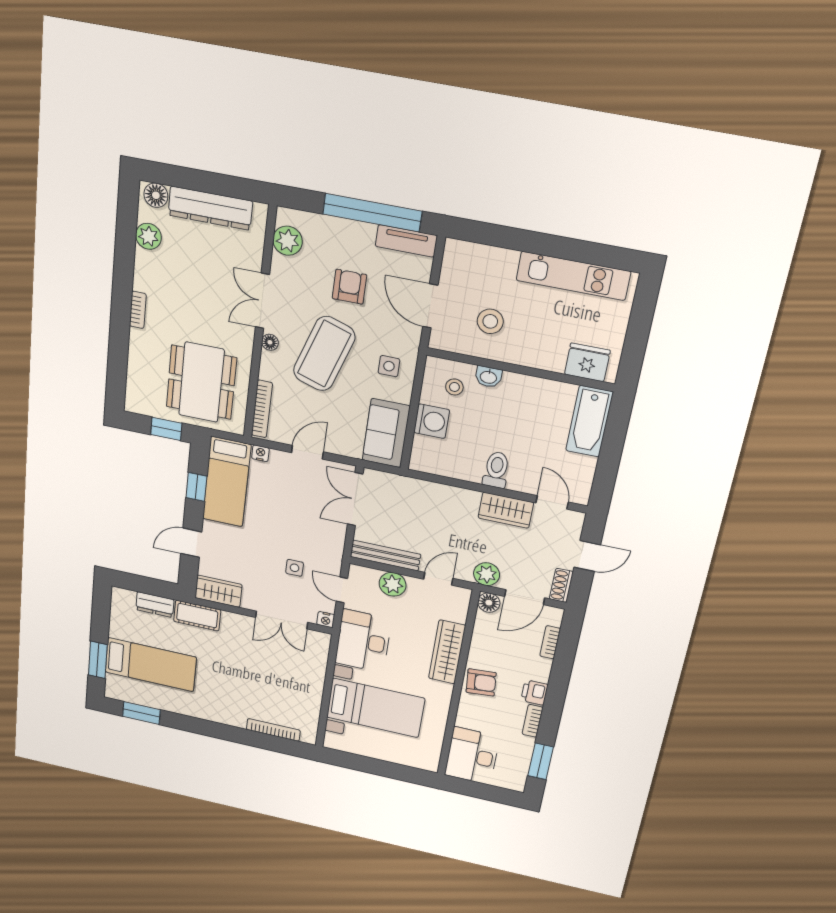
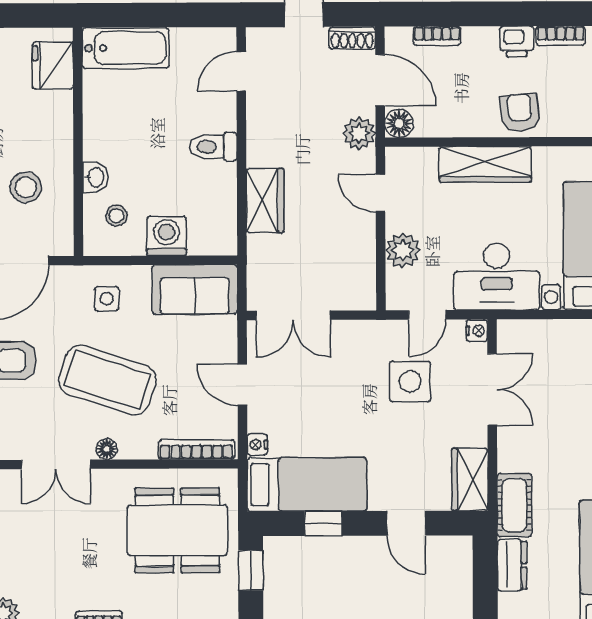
wardrobe: (506, 510) -> (265, 201), moved
bench: (385, 555) -> (364, 266), removed
side table: (295, 568) -> (410, 381), width x1.87, depth x1.87

